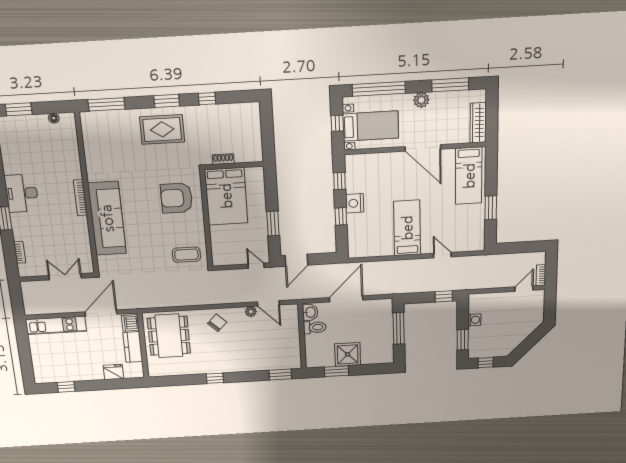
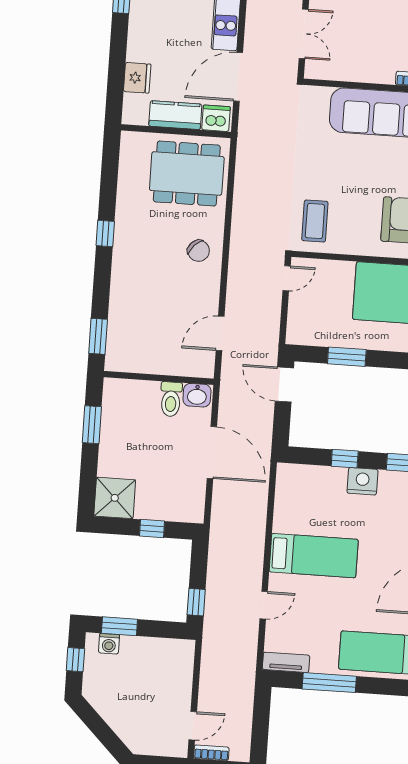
window: (491, 208) -> (329, 683), width x1.44
tv unit: (479, 237) -> (286, 662), added
door: (256, 266) -> (287, 278), moved
door: (524, 289) -> (193, 726), hinge flipped
plant: (251, 312) -> (210, 305), removed
door: (101, 313) -> (238, 77), swing flipped
washing machine: (474, 320) -> (109, 644), moved
window: (399, 328) -> (152, 528), width x0.46
shower: (348, 354) -> (115, 498), moved

